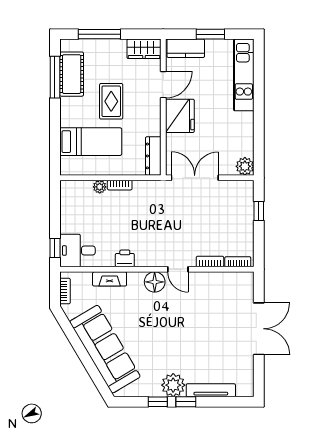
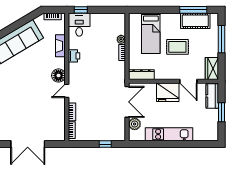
kitchen unit: (244, 75) -> (169, 134), moved
plant: (245, 166) -> (135, 124), moved

